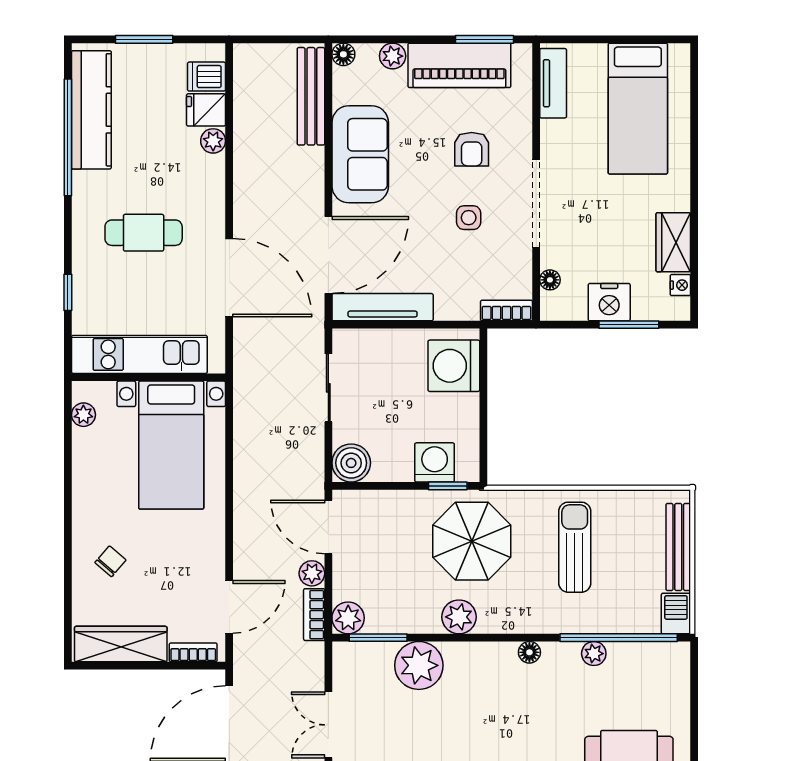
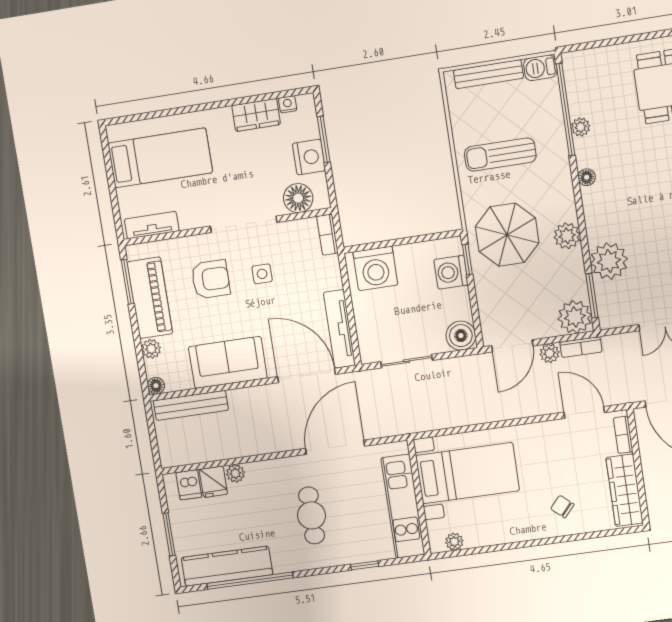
armchair: (472, 149) -> (211, 279), width x1.38, depth x1.38
floor lamp: (550, 280) -> (298, 198), width x1.89, depth x1.89
plant: (348, 618) -> (575, 317), width x1.36, depth x1.36

